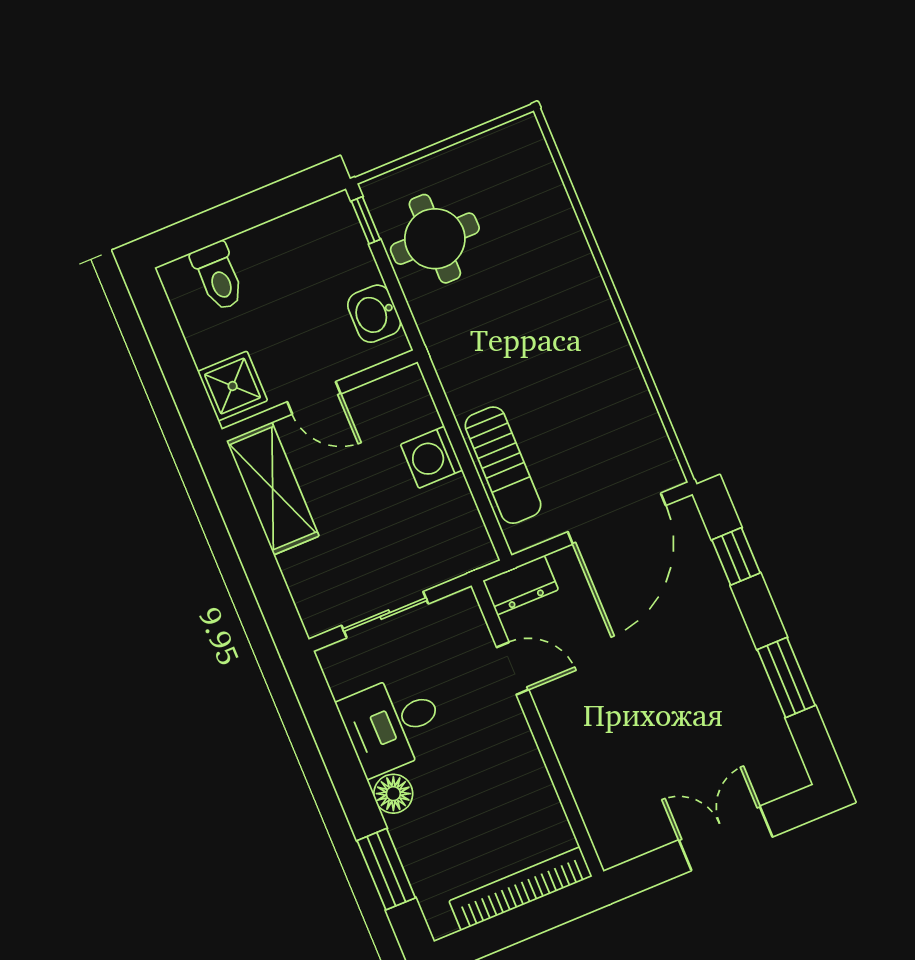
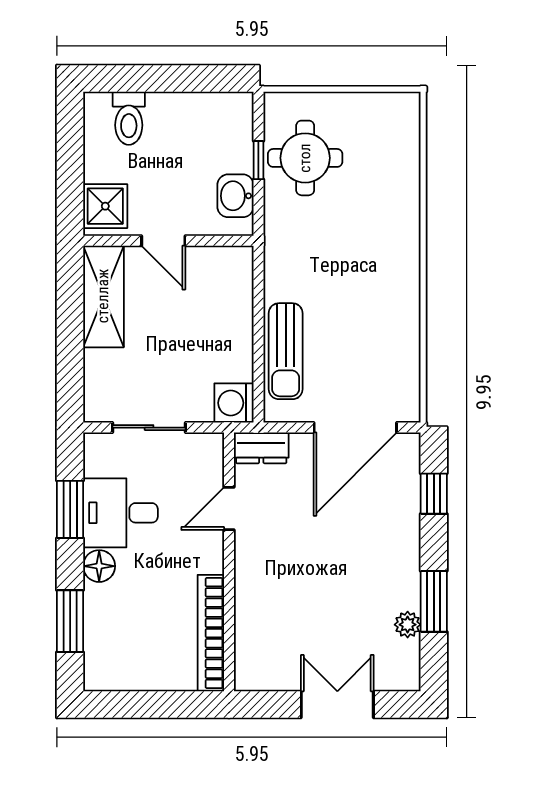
window: (366, 220) -> (258, 160), moved
washing machine: (432, 457) -> (234, 403), moved
door: (513, 668) -> (229, 509), swing flipped
plant: (767, 716) -> (408, 625), added
window: (334, 743) -> (70, 509), added
bookcase: (521, 889) -> (211, 633), moved, turned -90

